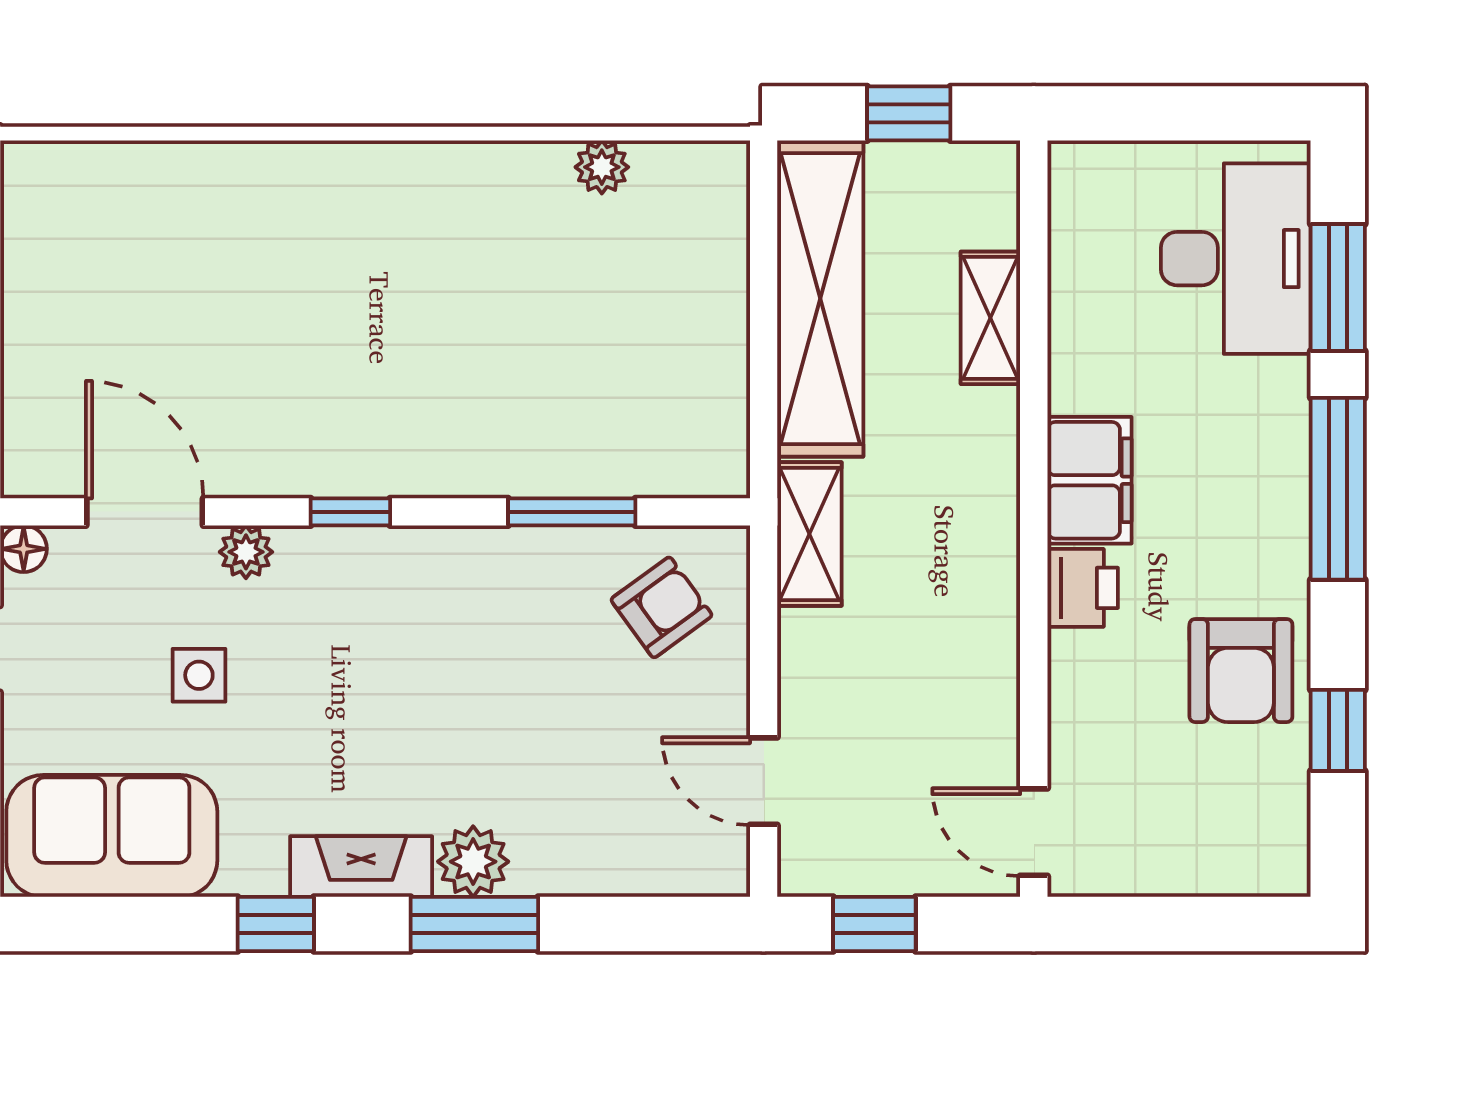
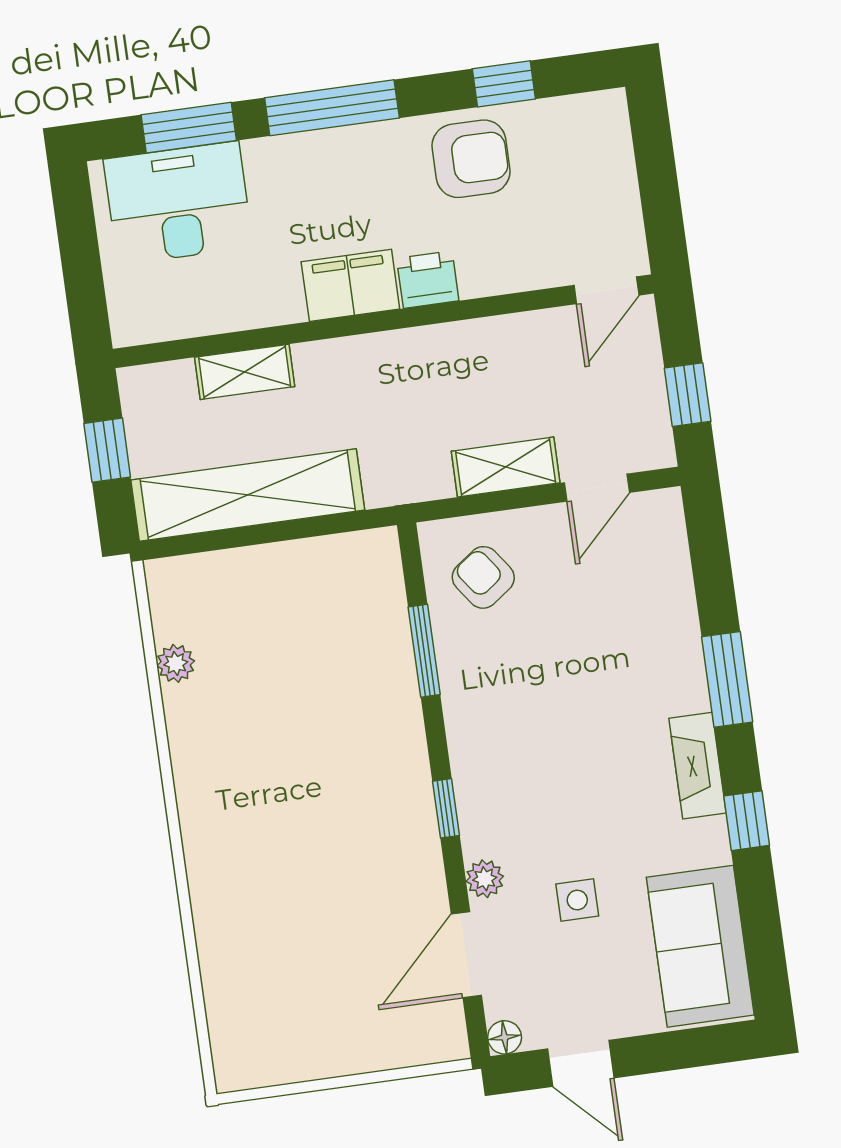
shelving: (809, 534) -> (506, 467), moved
plant: (473, 862) -> (683, 686), removed

